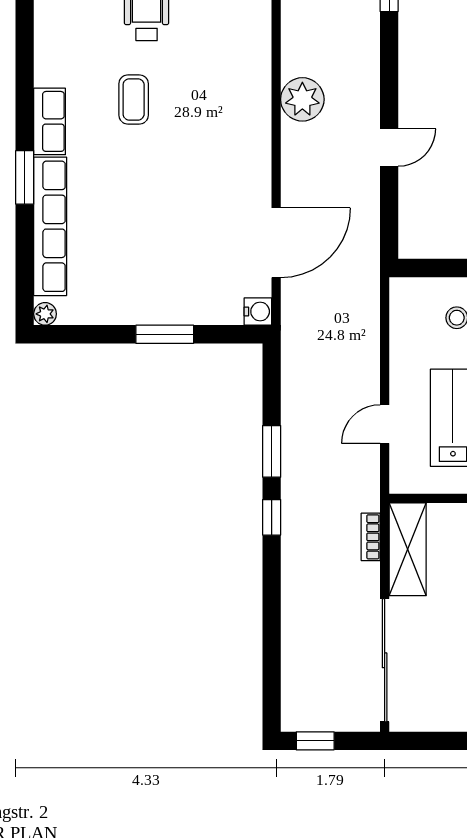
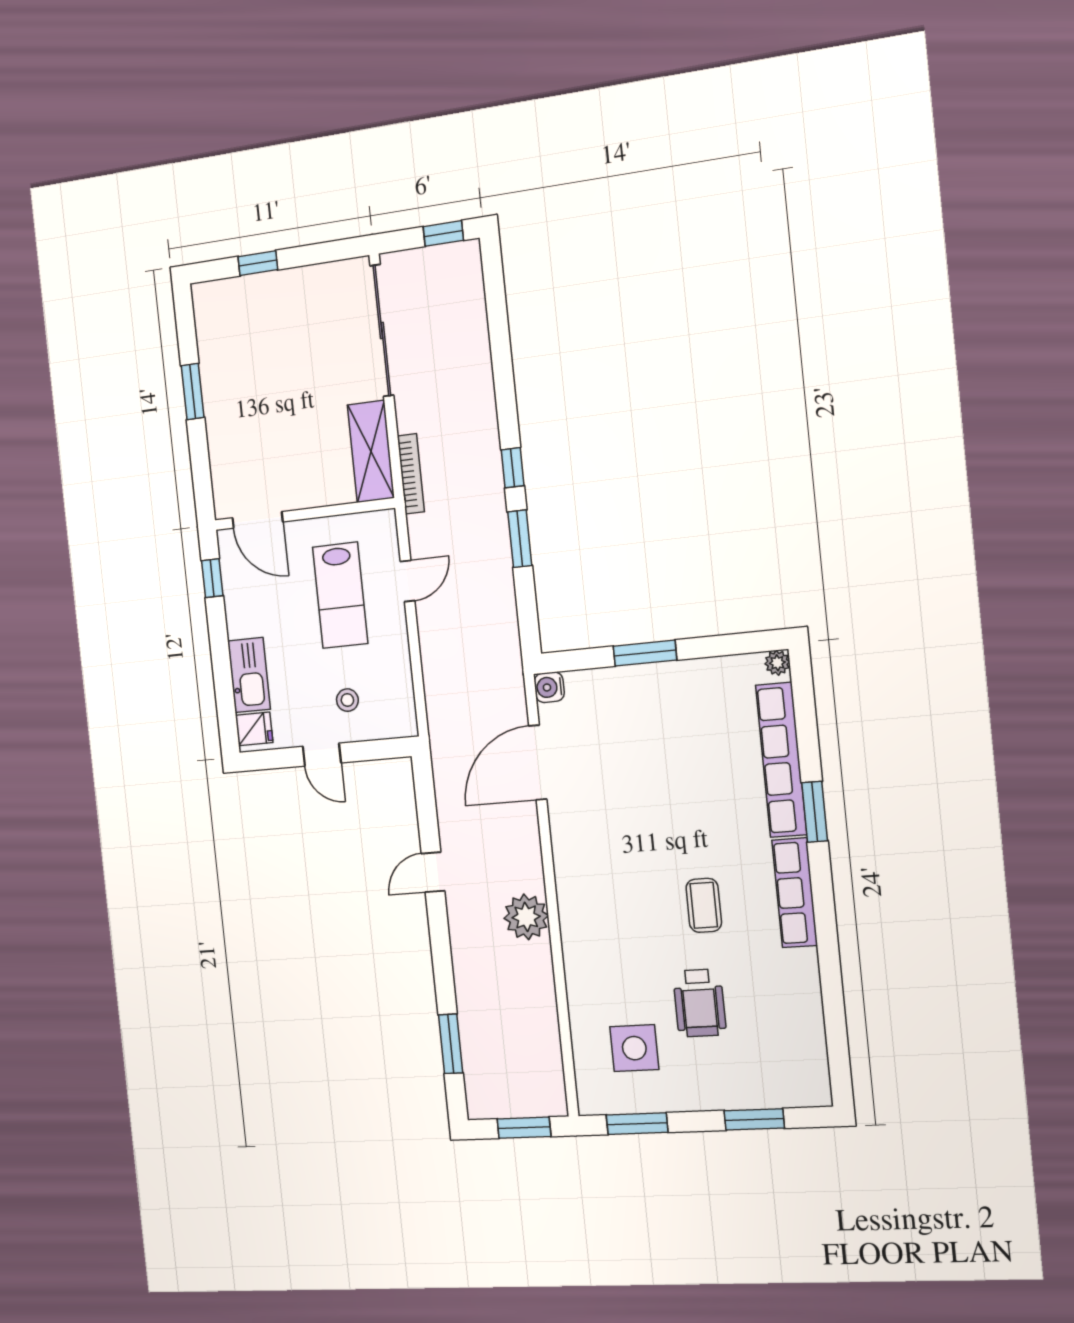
row of seats: (50, 121) -> (795, 893), width x1.48
bookcase: (371, 537) -> (411, 474), width x1.56

